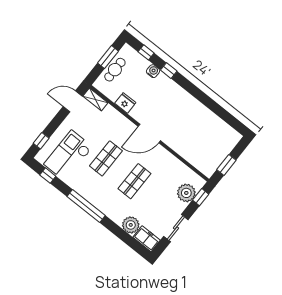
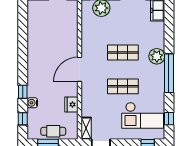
door: (149, 133) -> (80, 69), swing flipped
plant: (131, 225) -> (157, 56), moved

